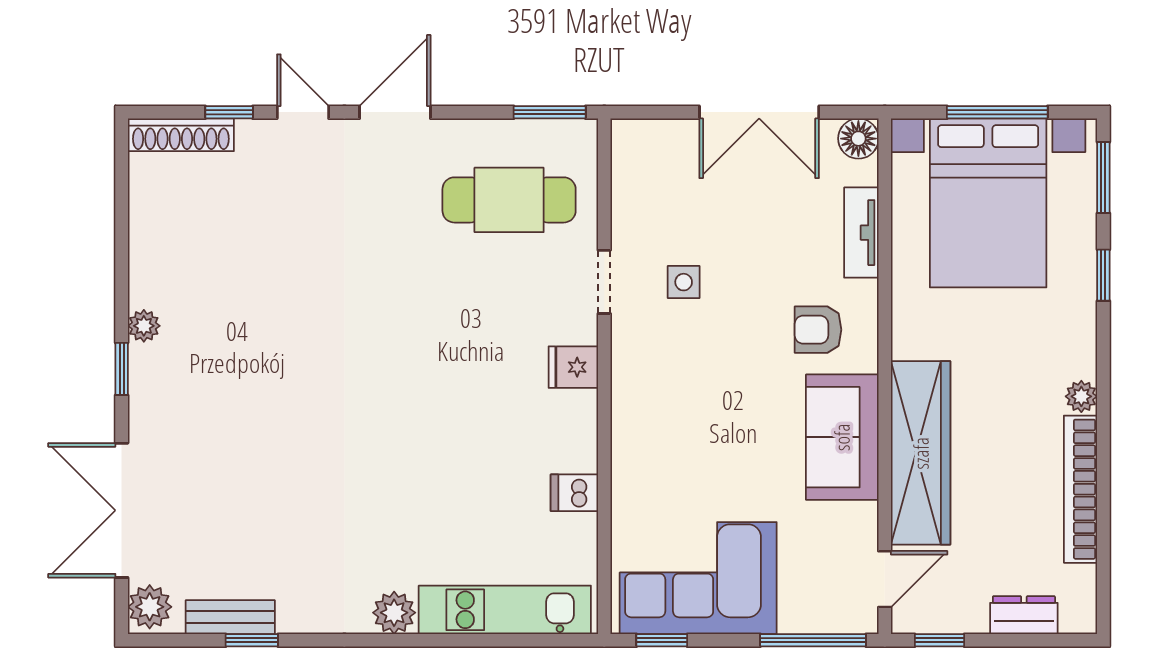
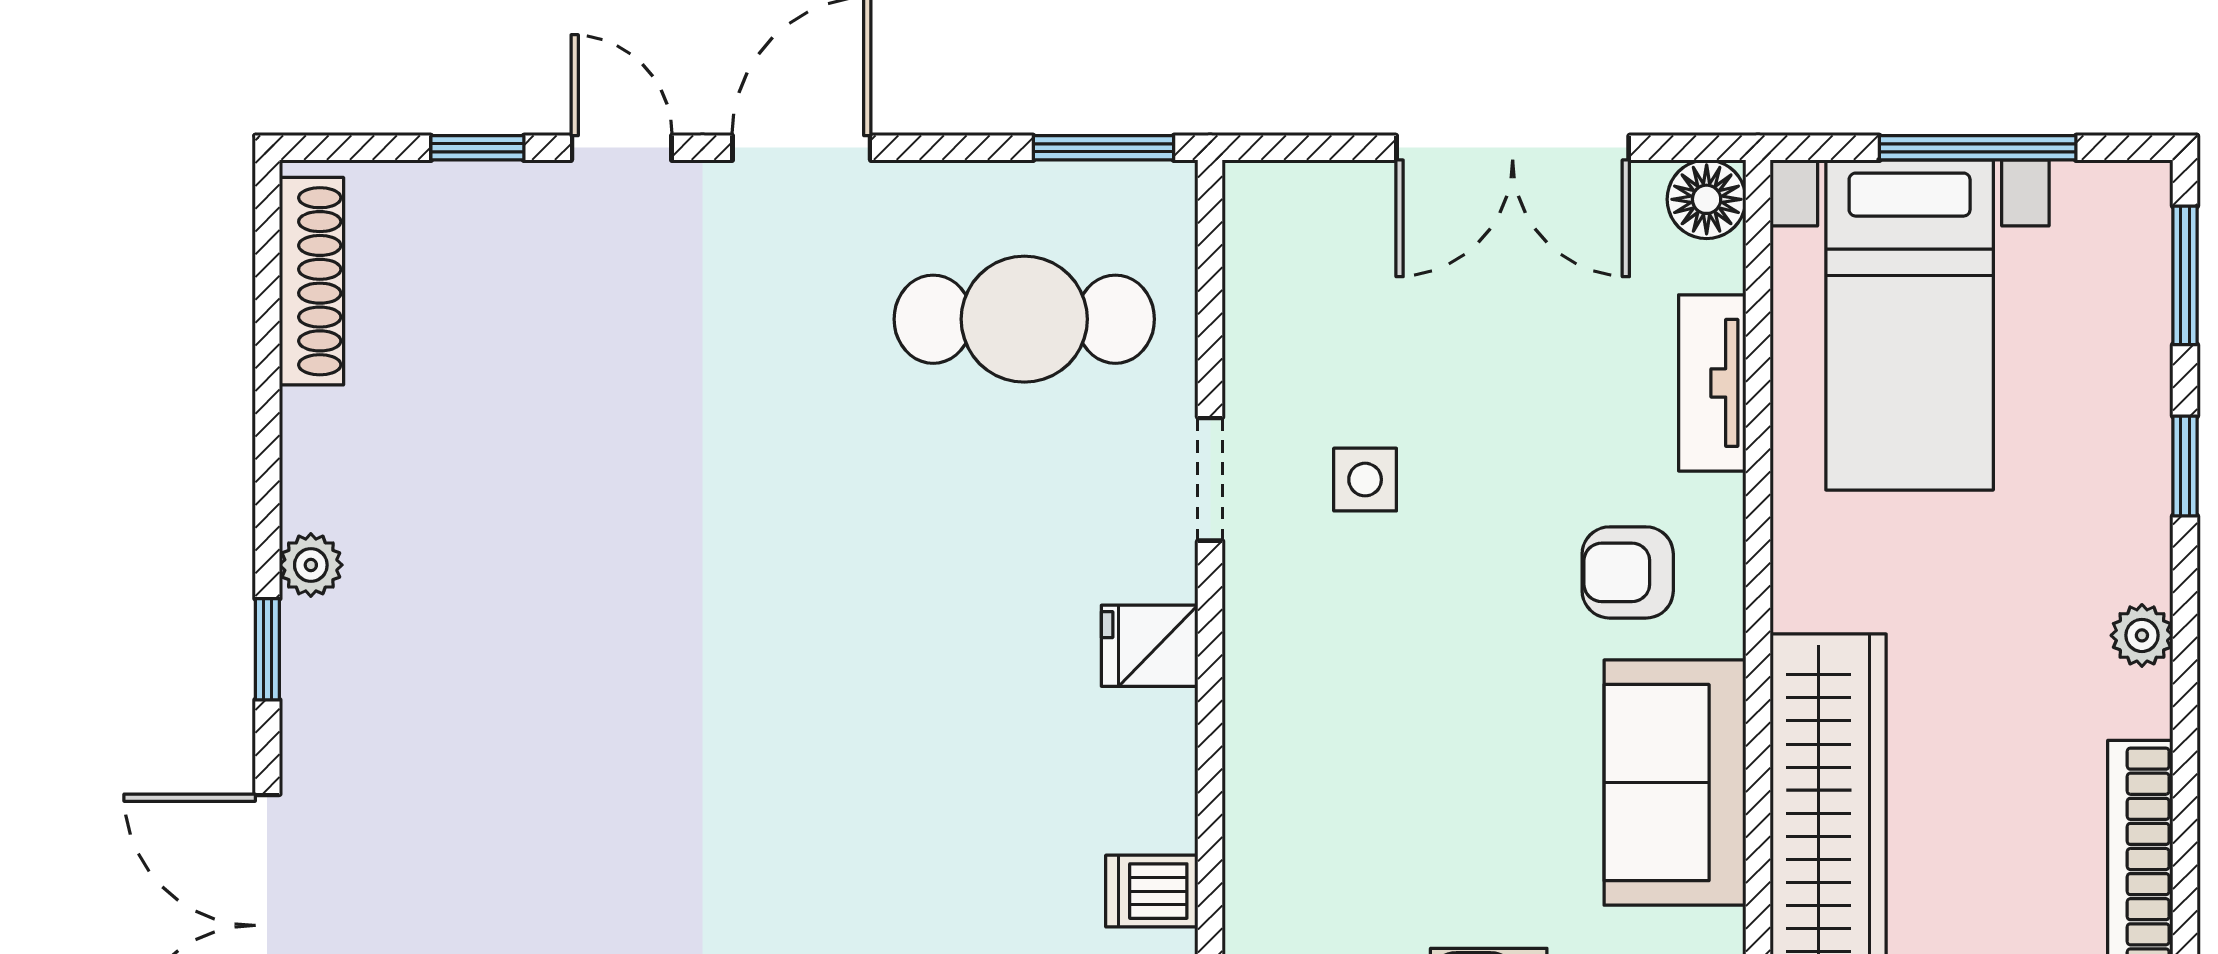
shoe rack: (181, 135) -> (311, 281), moved, turned -90
bed with nightstands: (988, 203) -> (1910, 325), width x0.73
plant: (1081, 396) -> (2142, 635), moved

